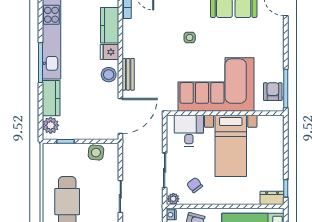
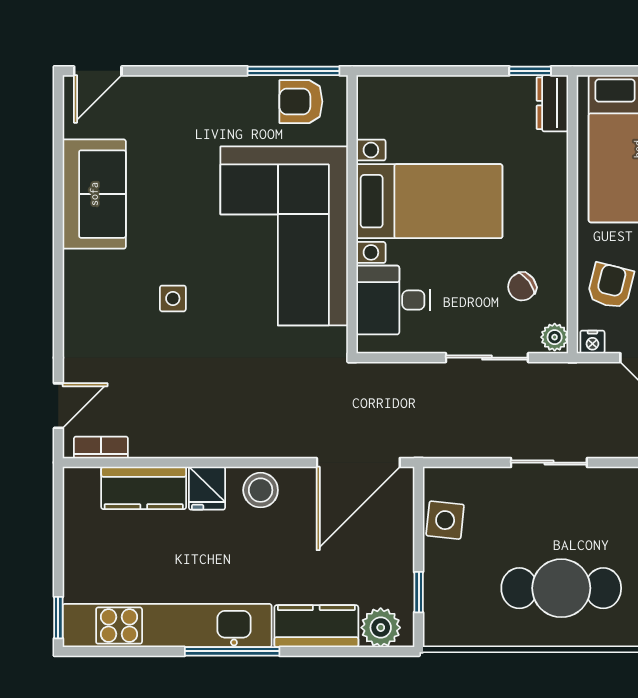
bench: (128, 74) -> (260, 444), removed
door: (120, 116) -> (358, 463), swing flipped

